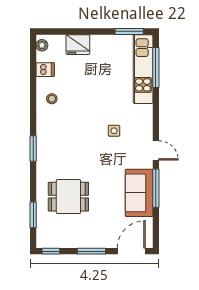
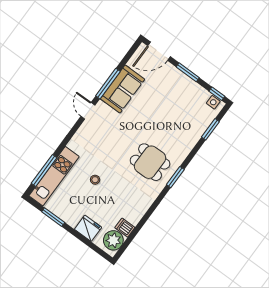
window: (129, 31) -> (53, 217), moved
plant: (42, 45) -> (113, 240), width x1.87, depth x1.87
stool: (52, 99) -> (95, 180), moved
side table: (114, 131) -> (213, 102), moved
dining table: (68, 197) -> (150, 162), moved

